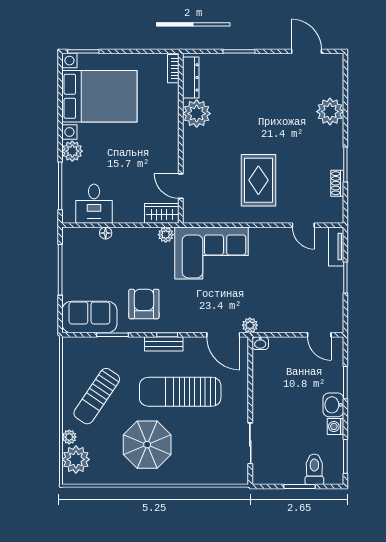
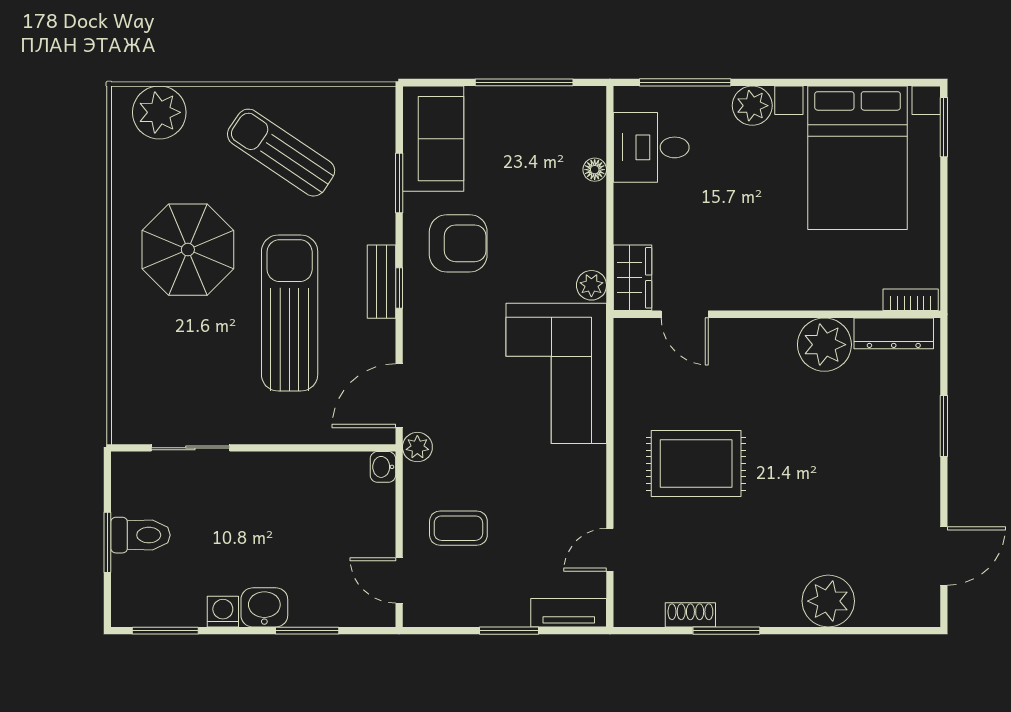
door: (181, 186) -> (685, 314), swing flipped
coffee table: (292, 304) -> (458, 528), added
door: (319, 335) -> (399, 580), hinge flipped
plant: (69, 437) -> (203, 100), removed
toilet: (314, 469) -> (140, 535), moved

